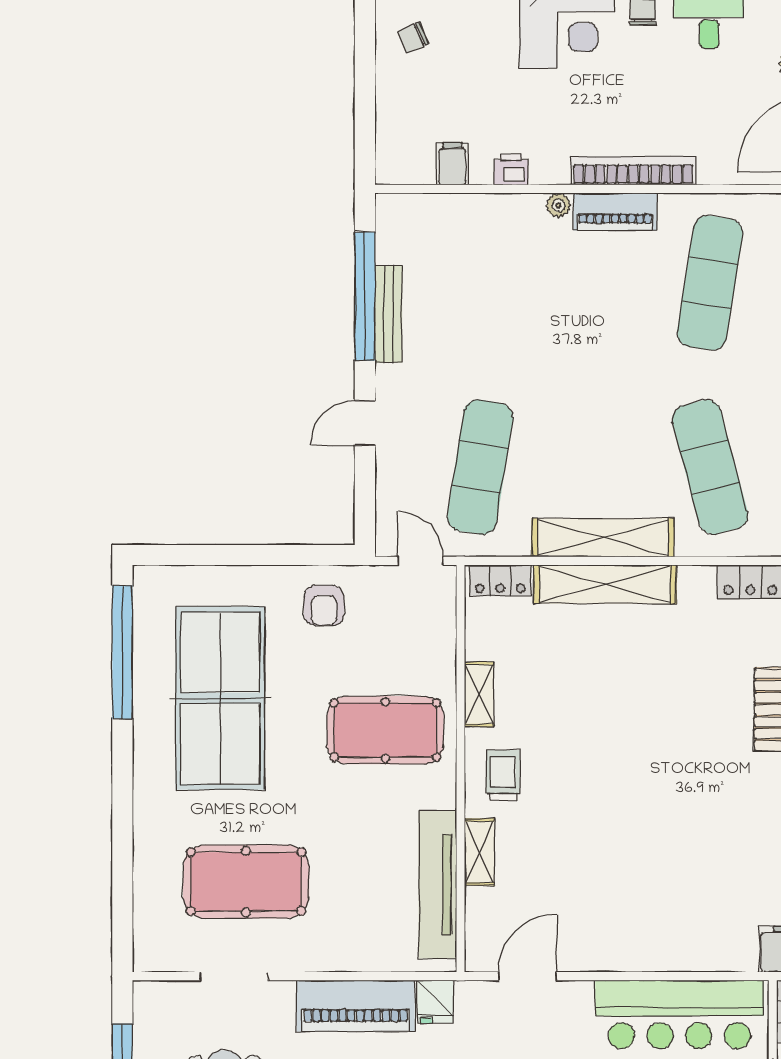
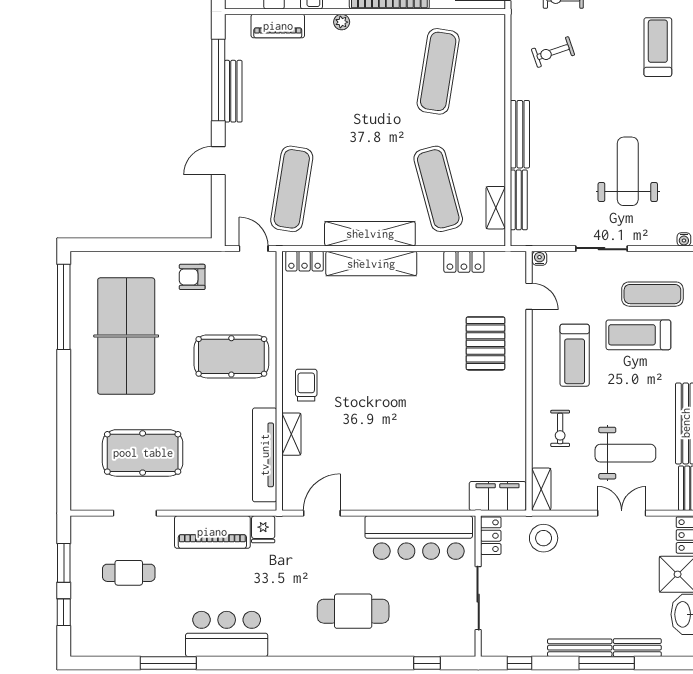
piano: (615, 212) -> (278, 26), moved
armchair: (324, 605) -> (192, 277), turned 90
shelving: (479, 694) -> (291, 334), removed

